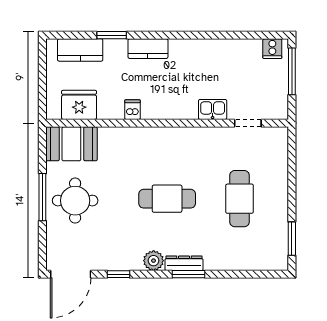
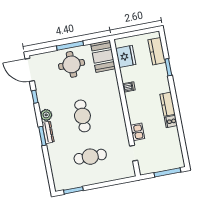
kitchen counter: (148, 49) -> (168, 104), moved
cooker: (272, 49) -> (171, 121), moved

